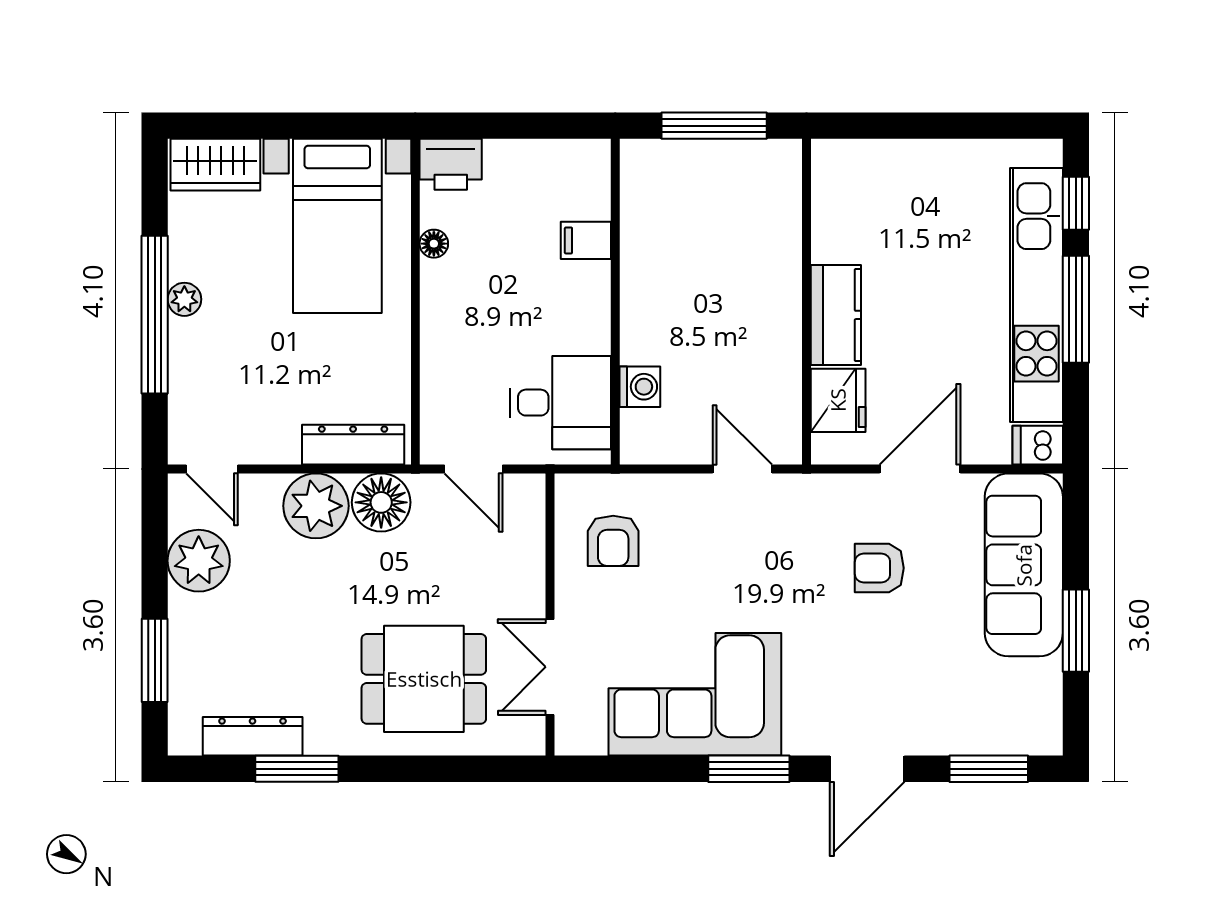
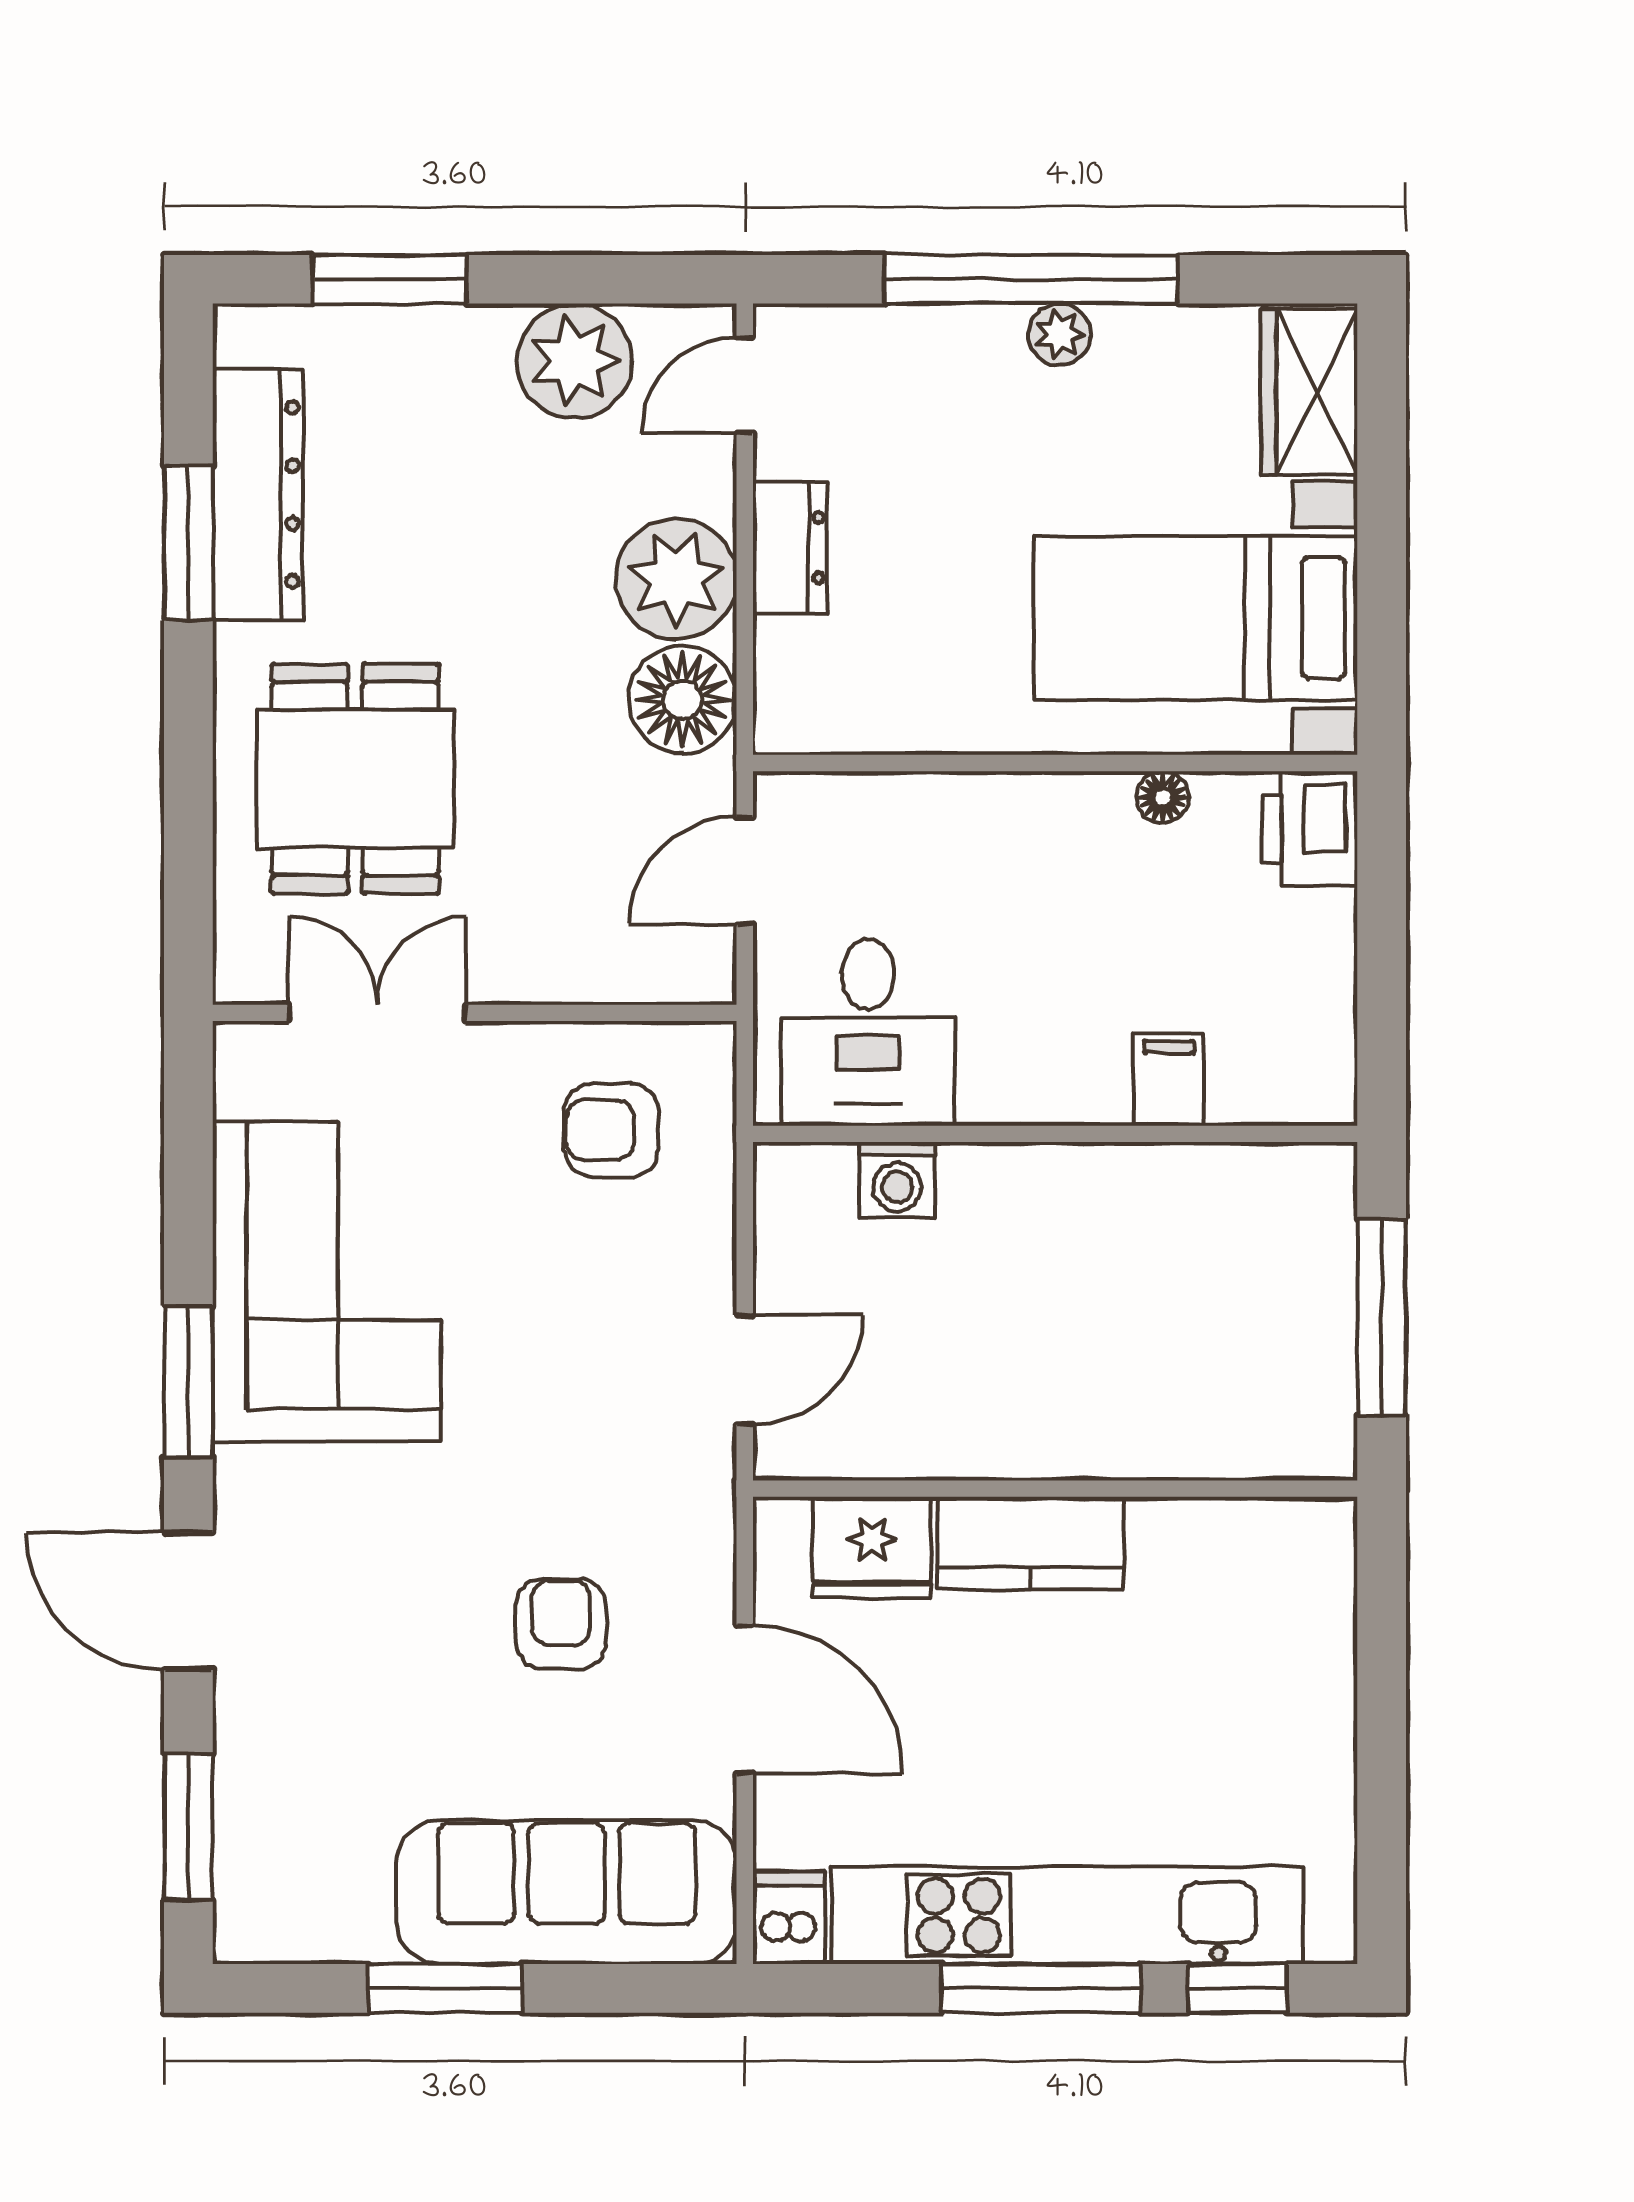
dresser: (353, 445) -> (790, 548), moved, width x0.70
dresser: (253, 736) -> (258, 495), width x1.37, depth x1.24

